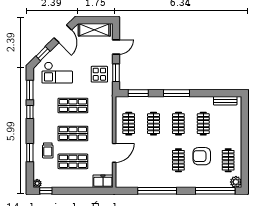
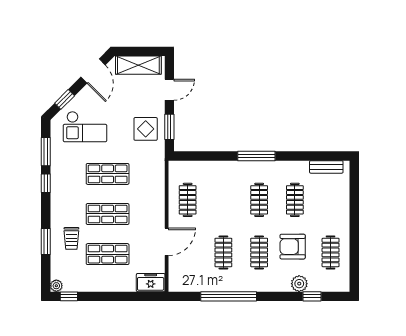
window: (138, 93) -> (201, 156), removed
clothes rail: (154, 124) -> (223, 252), moved
plant: (236, 182) -> (299, 284), moved
window: (215, 191) -> (312, 296), width x0.32

